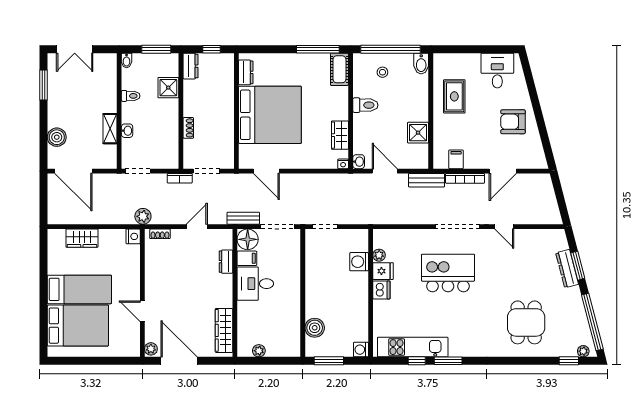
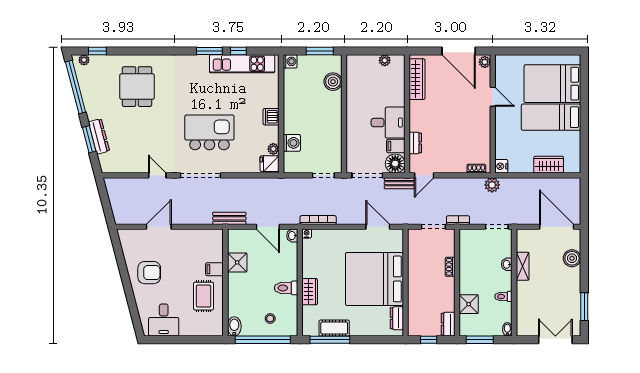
cot: (339, 69) -> (334, 328), moved, turned 90
wardrobe: (340, 135) -> (310, 292), moved
filing cabinet: (456, 159) -> (214, 269), moved, turned 90
bookcase: (465, 178) -> (318, 220), moved
door: (197, 227) -> (424, 175), moved
fridge: (383, 271) -> (270, 164), moved
kitchen island: (448, 273) -> (209, 132), turned 180

